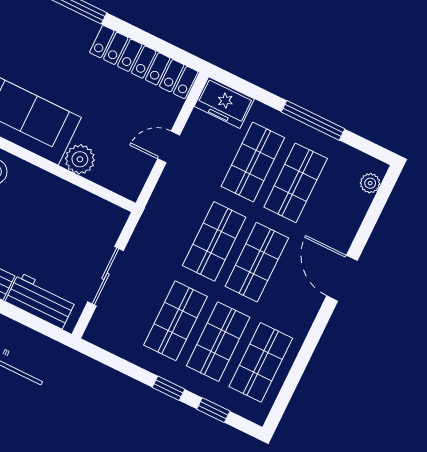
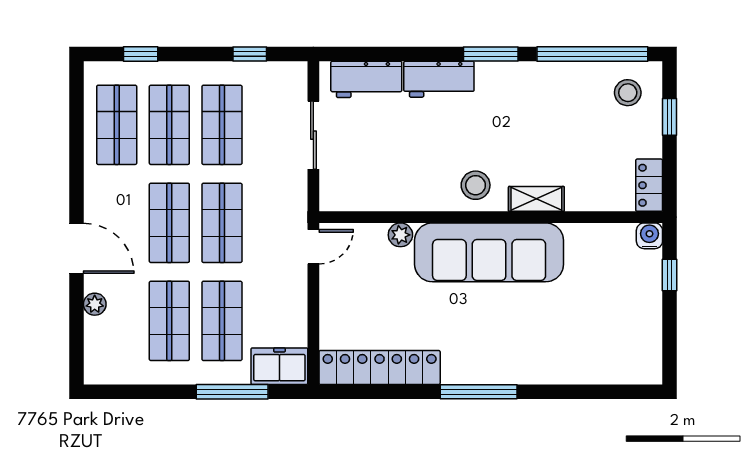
window: (313, 120) -> (232, 392), moved
door: (169, 147) -> (313, 247), moved
plant: (80, 159) -> (400, 235), width x0.73, depth x0.73
plant: (370, 183) -> (95, 304), moved
window: (168, 388) -> (250, 54), moved

